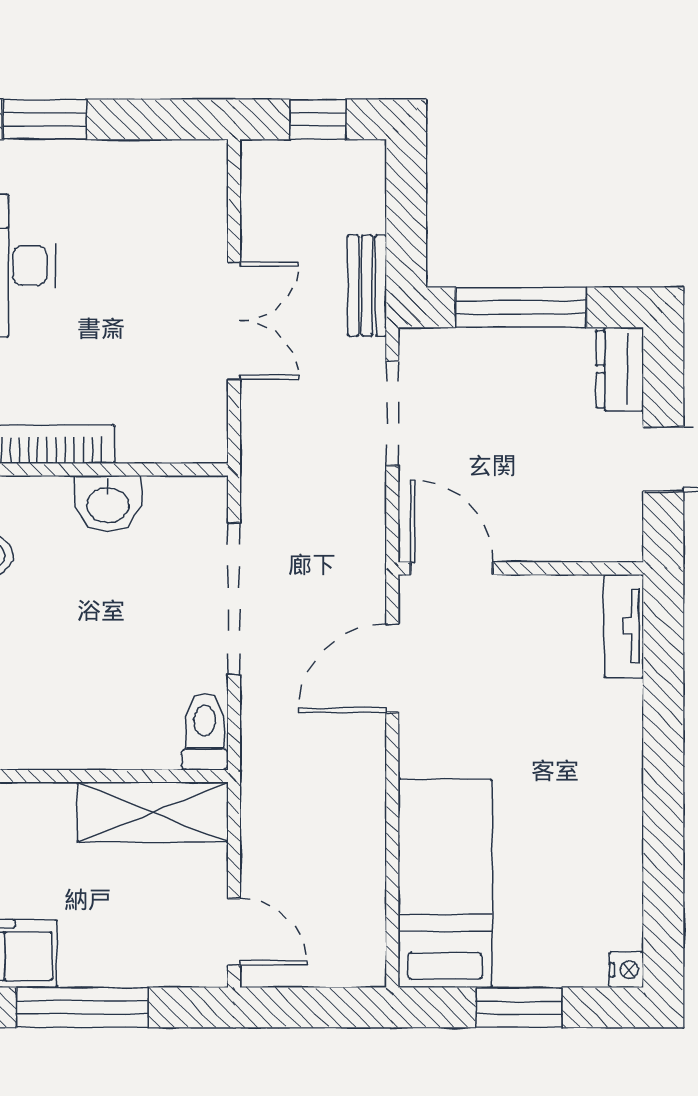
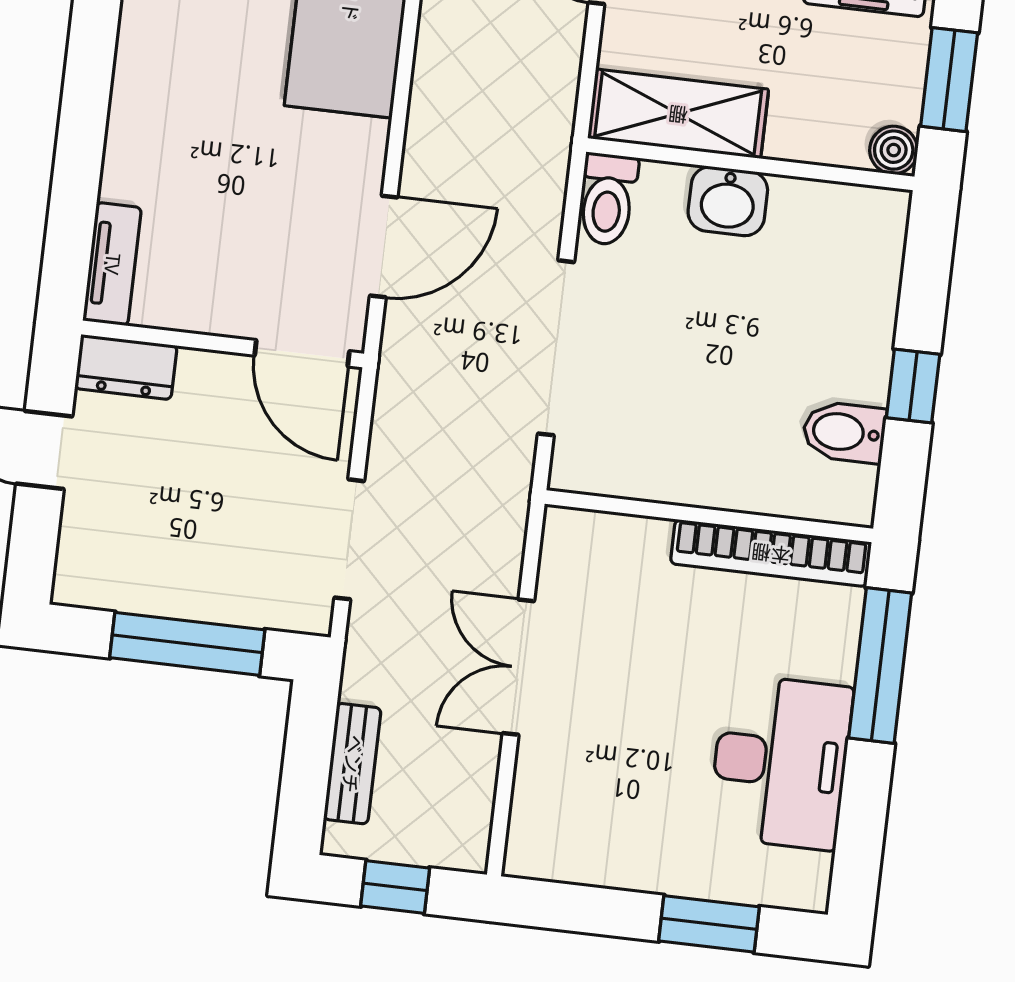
bench: (367, 286) -> (352, 764), moved
dresser: (620, 369) -> (126, 367), moved, turned 90
washbasin: (108, 503) -> (728, 201), moved, turned 180

